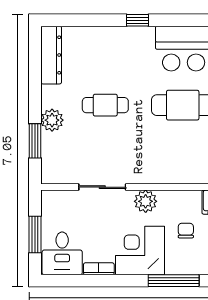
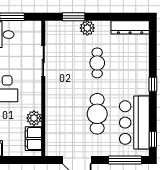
plant: (146, 201) -> (34, 118), moved
chair: (186, 231) -> (15, 116), removed

